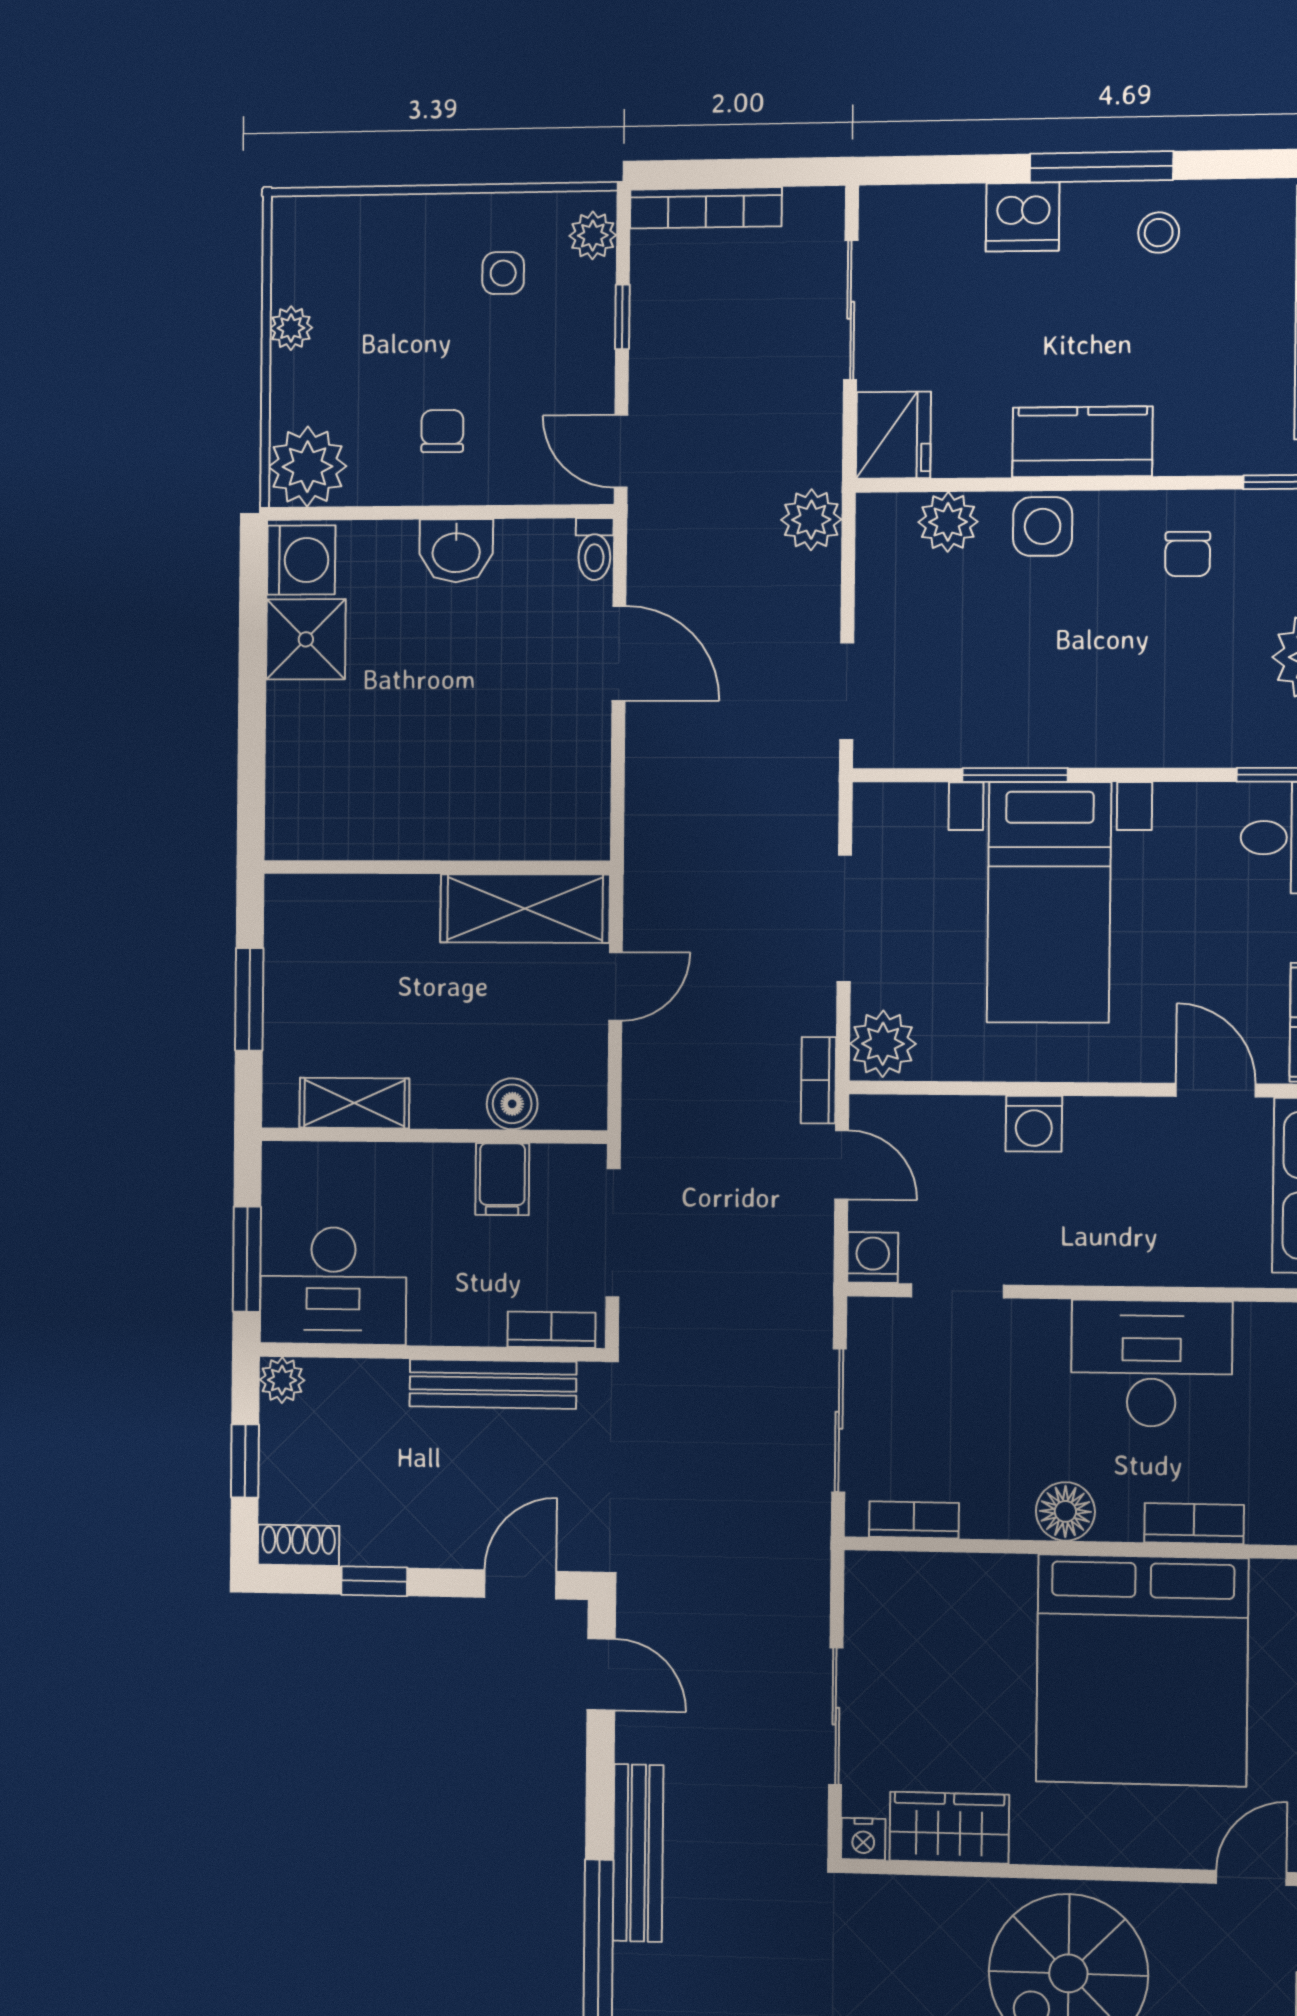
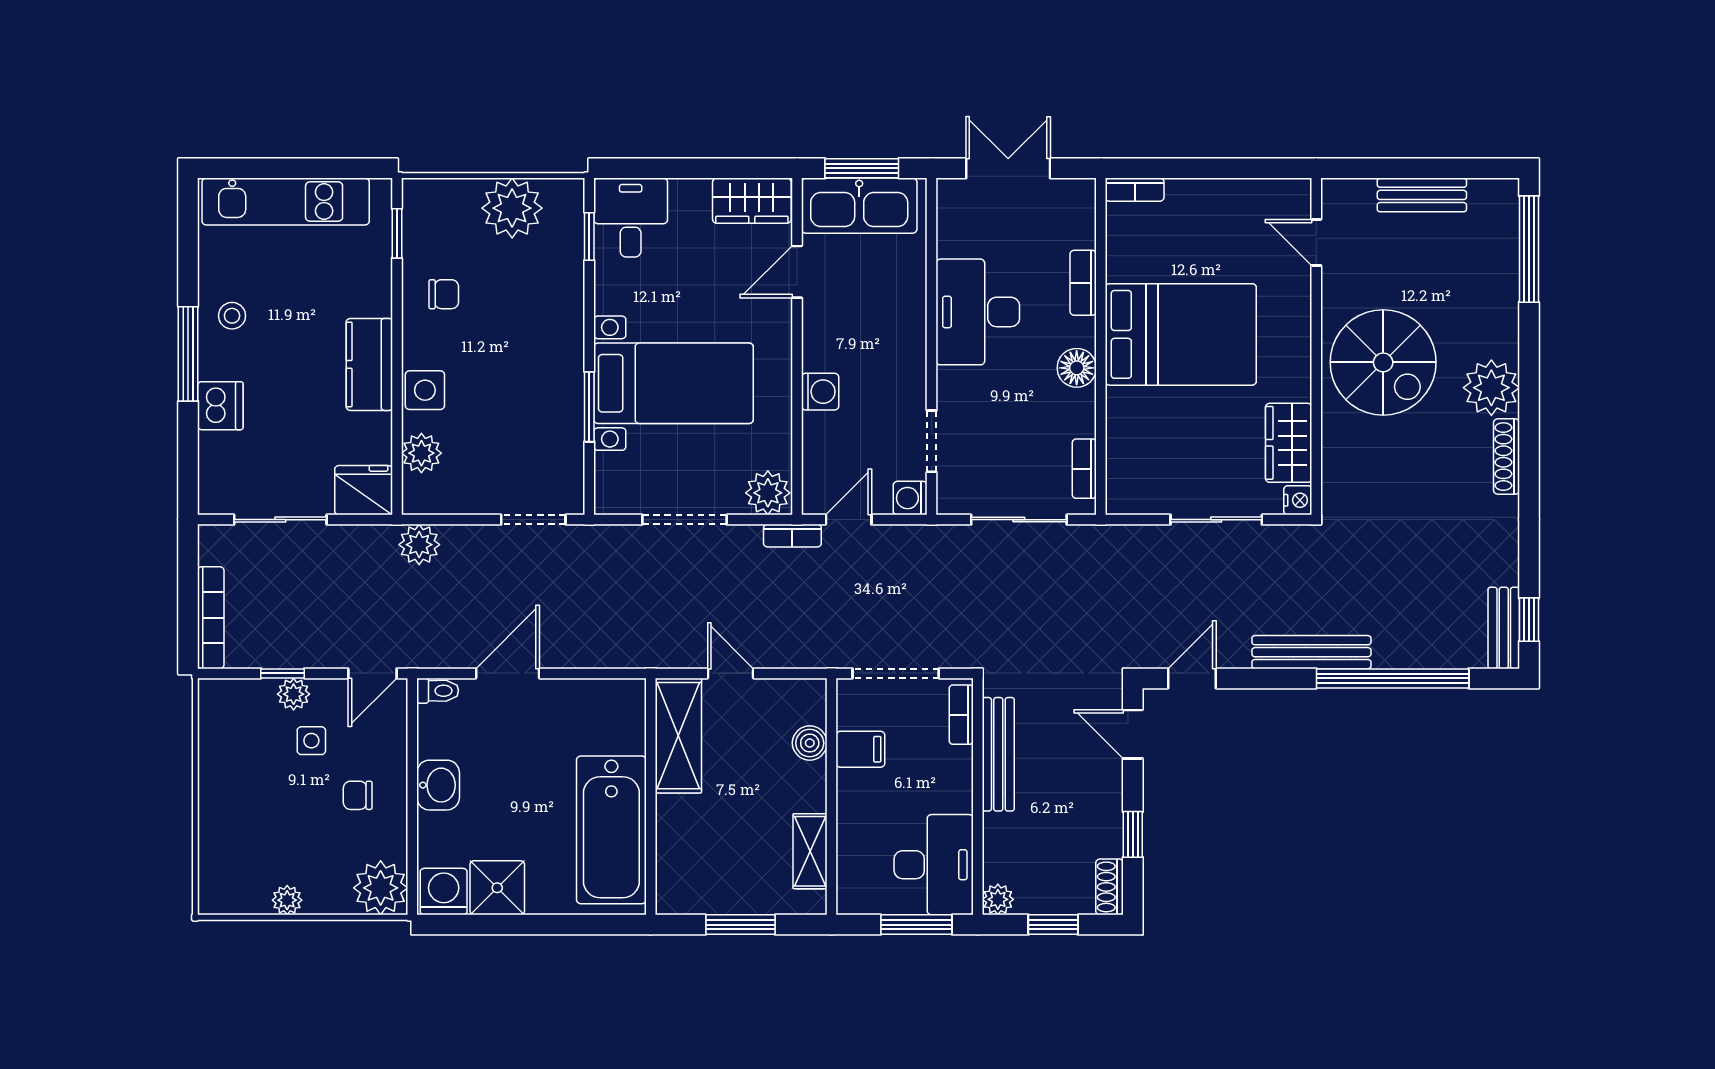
plant: (593, 235) -> (294, 694), moved
side table: (503, 273) -> (311, 741), moved
bathtub: (388, 809) -> (611, 830), added
bed: (1142, 1670) -> (1181, 334), width x0.73

